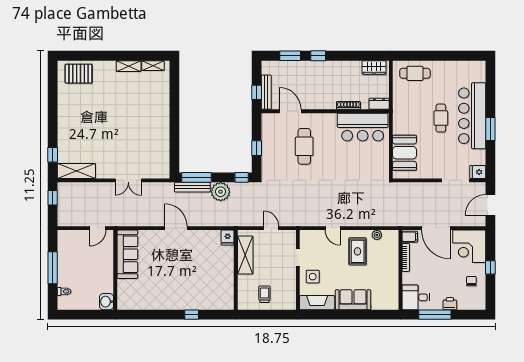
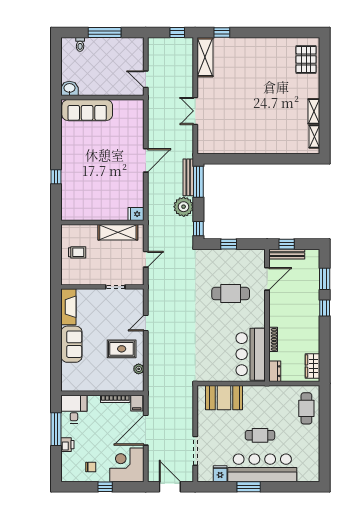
fridge: (478, 172) -> (220, 474), moved
sofa: (127, 254) -> (87, 110), moved
side table: (313, 277) -> (95, 302), removed

